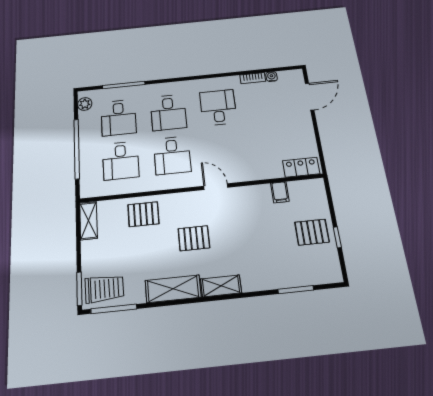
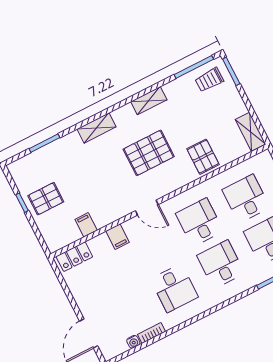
filing cabinet: (253, 170) -> (118, 237), added
pallet: (143, 214) -> (203, 157), turned 90
pallet: (194, 238) -> (149, 153), width x1.50, depth x1.42
shelving: (221, 286) -> (97, 128), moved
trolley: (104, 289) -> (209, 80), width x0.73, depth x0.72
shelving: (173, 289) -> (149, 101), width x0.67, depth x0.75

